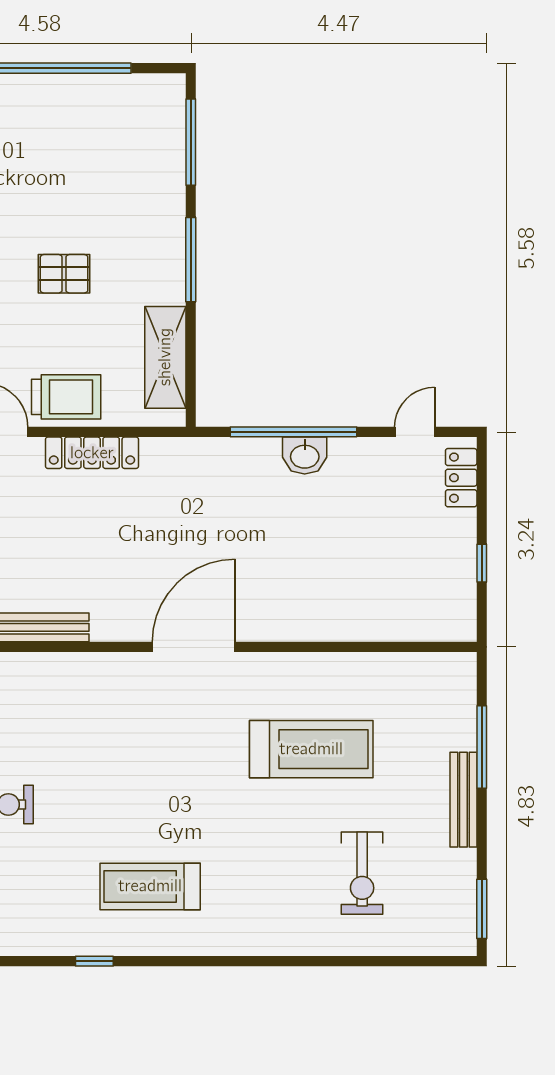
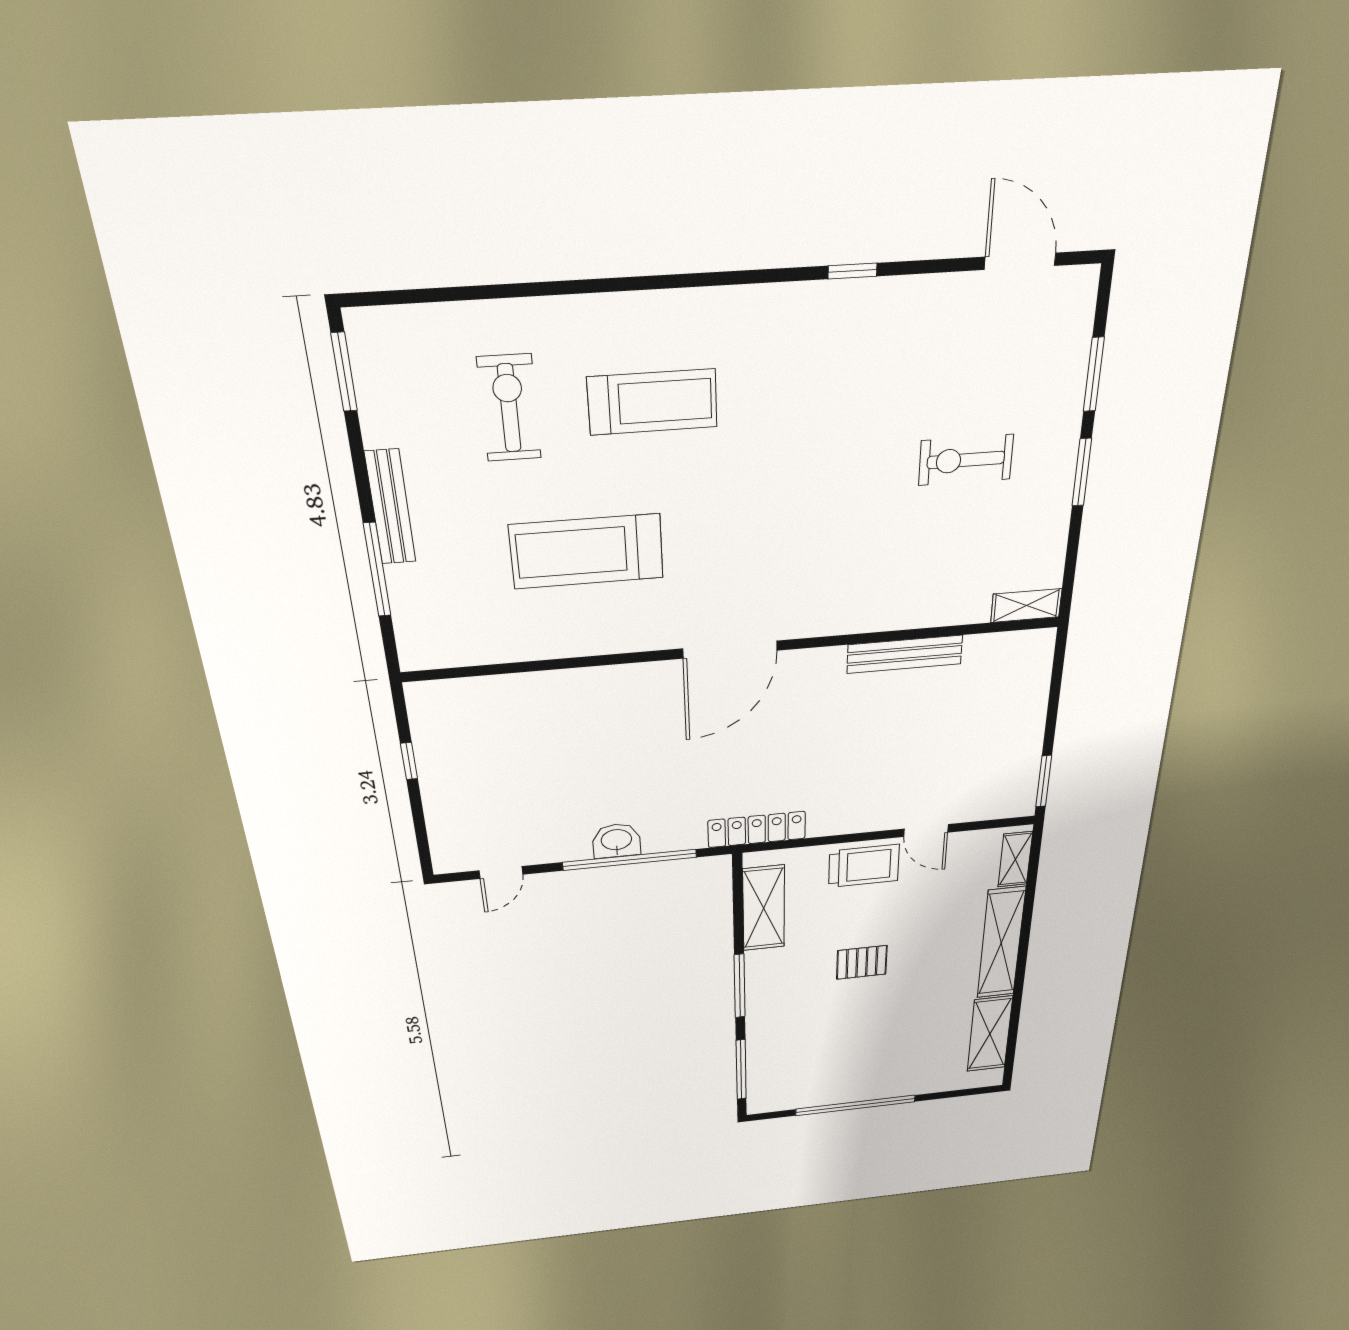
trolley: (66, 397) -> (864, 866), turned 180
locker: (92, 453) -> (757, 829), moved
locker: (461, 478) -> (445, 838), removed
treadmill: (150, 886) -> (653, 402), moved

